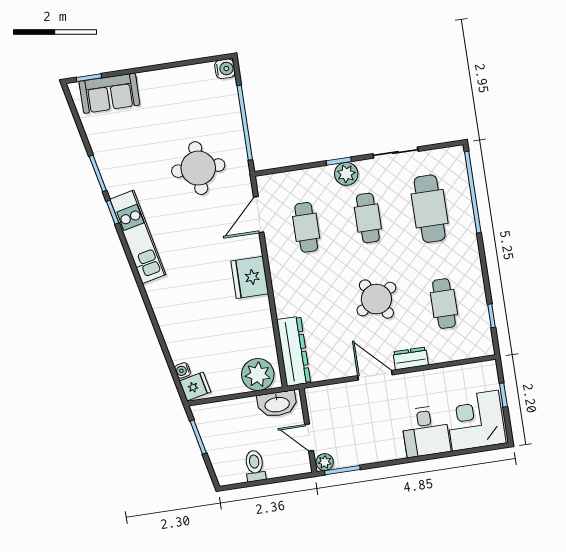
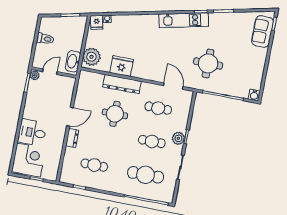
fridge: (250, 277) -> (122, 66), moved
round table: (376, 299) -> (115, 114), moved, turned 31
dresser: (294, 351) -> (122, 84), moved

